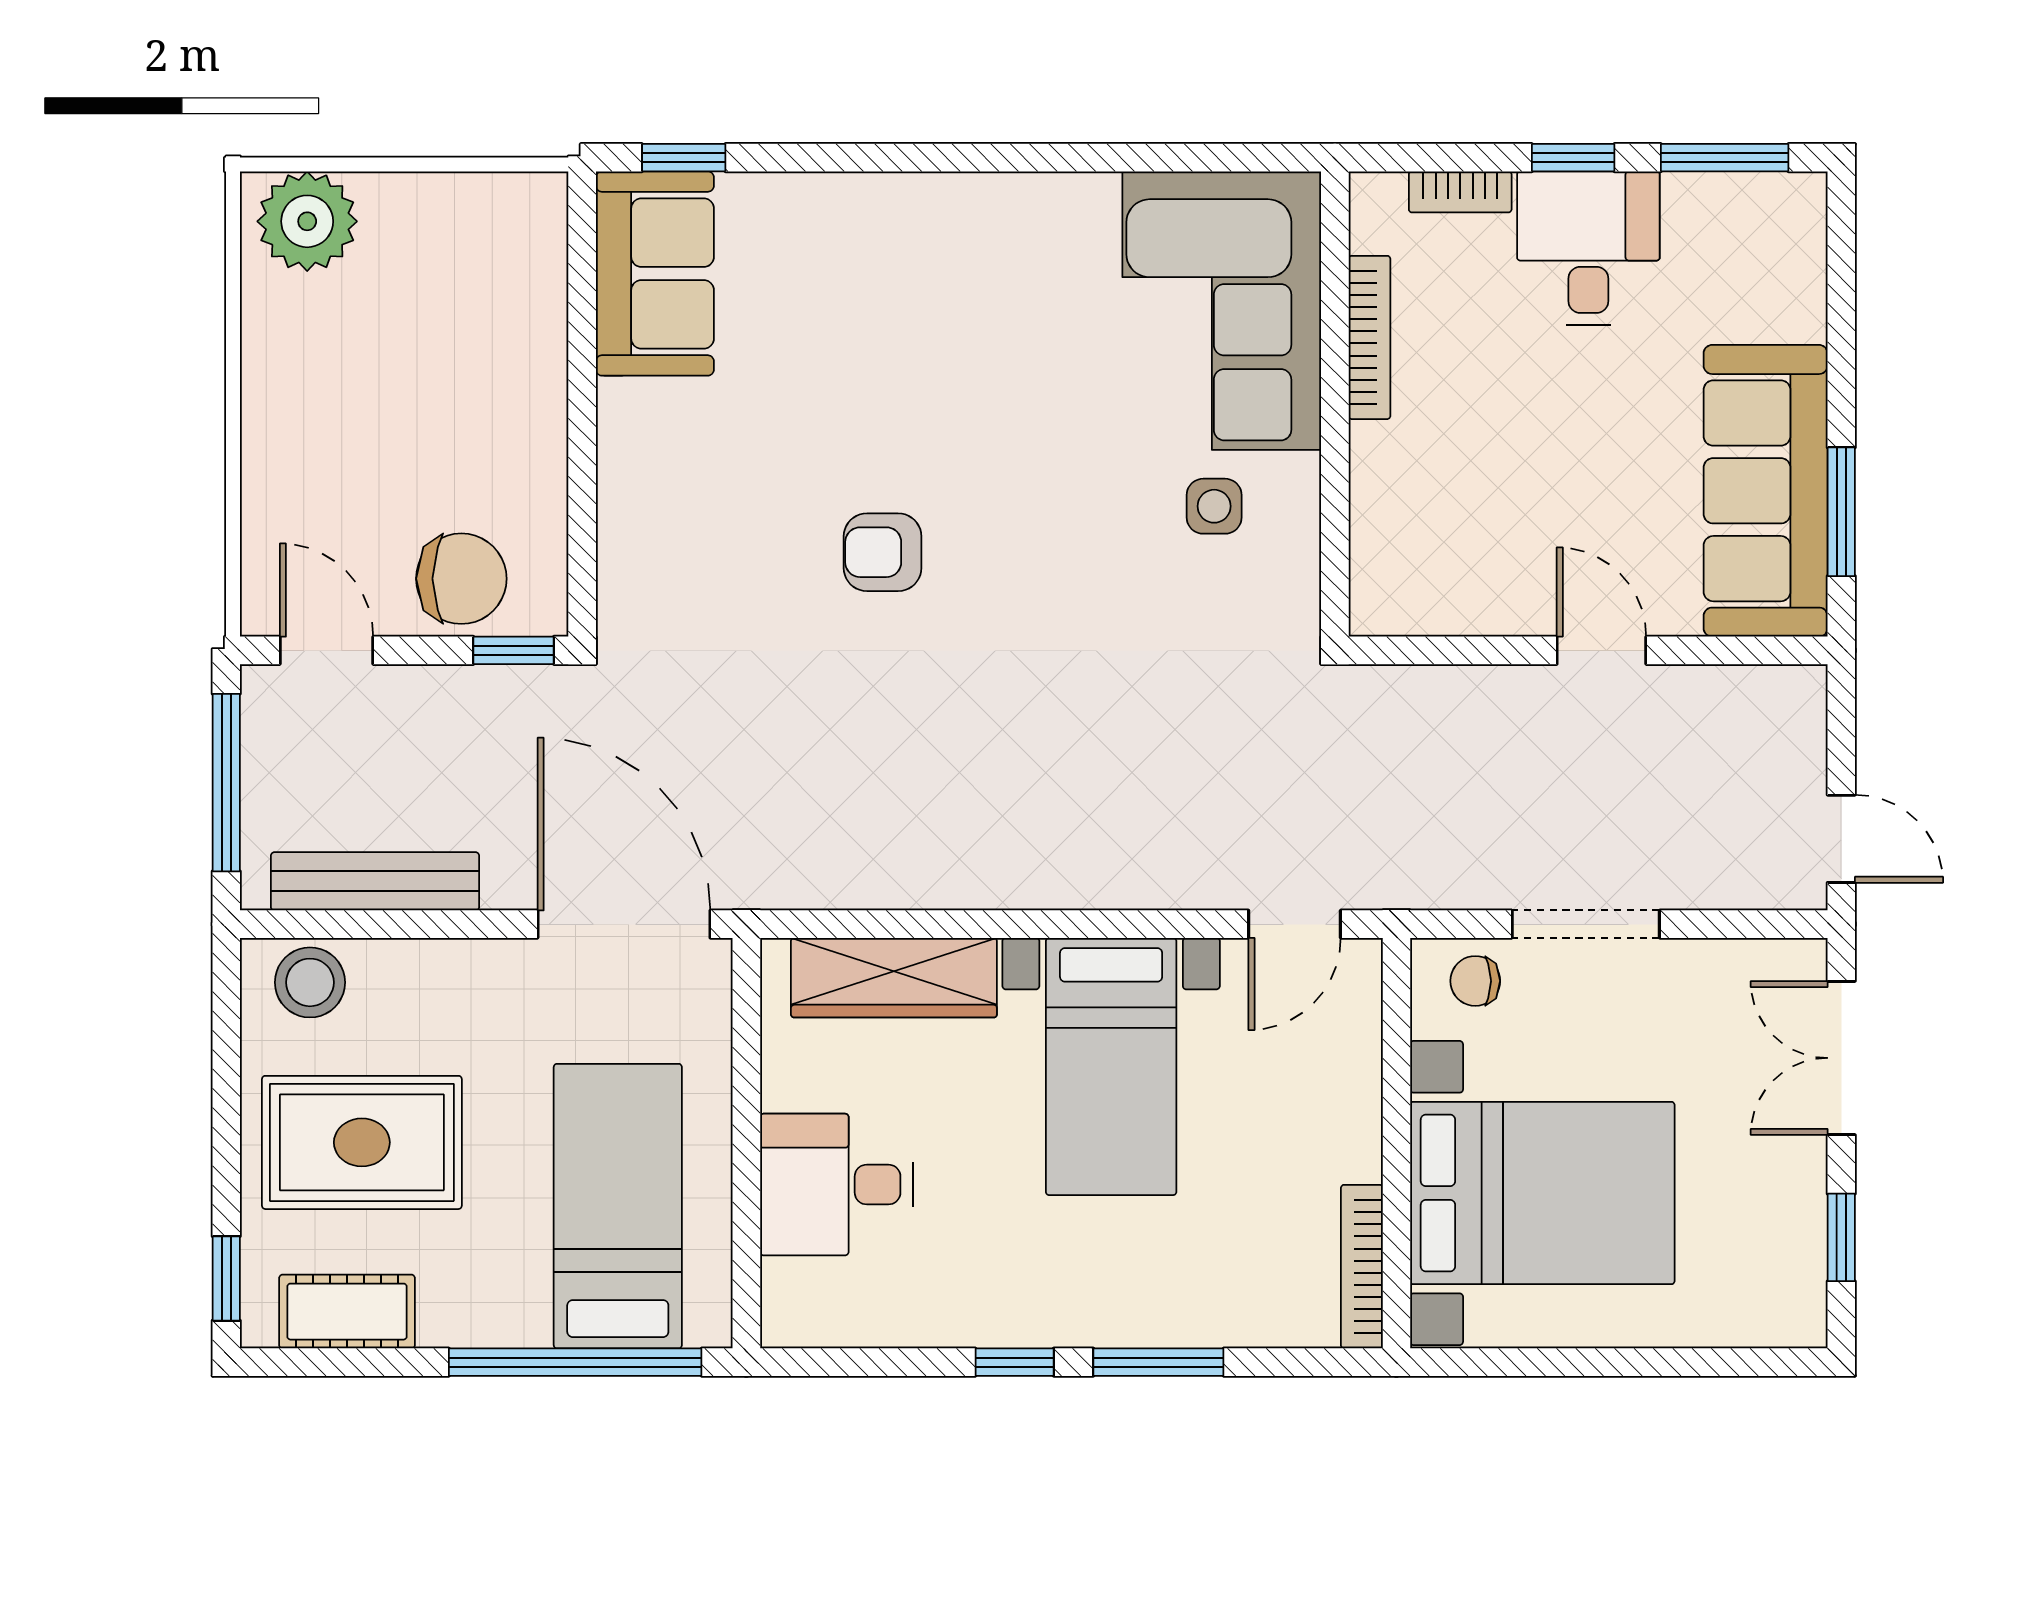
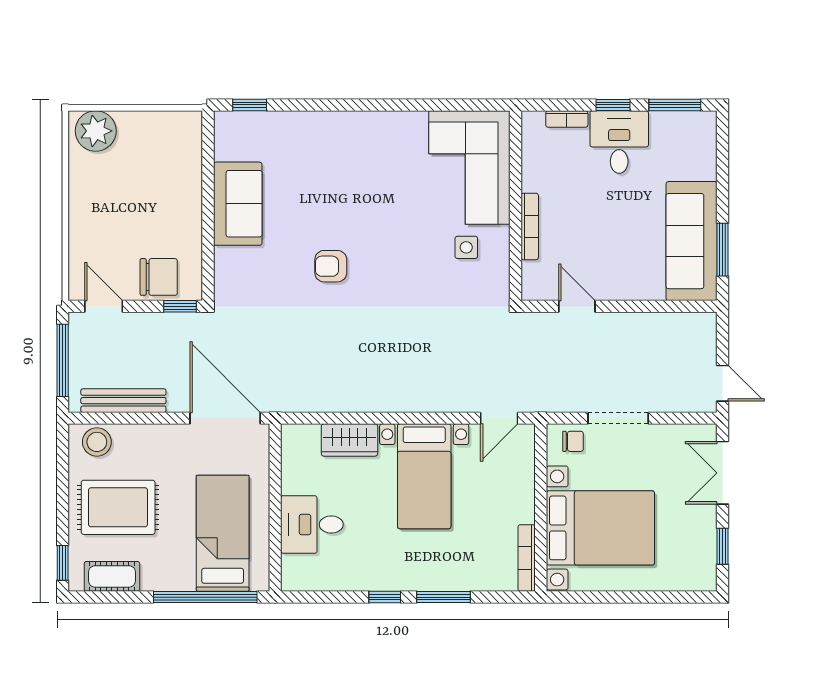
sofa: (655, 274) -> (238, 204), moved
bookcase: (1369, 337) -> (530, 226), moved
door: (1601, 650) -> (577, 306), moved
wardrobe: (894, 978) -> (349, 440), width x0.67
chair: (1475, 981) -> (573, 441), turned 180

